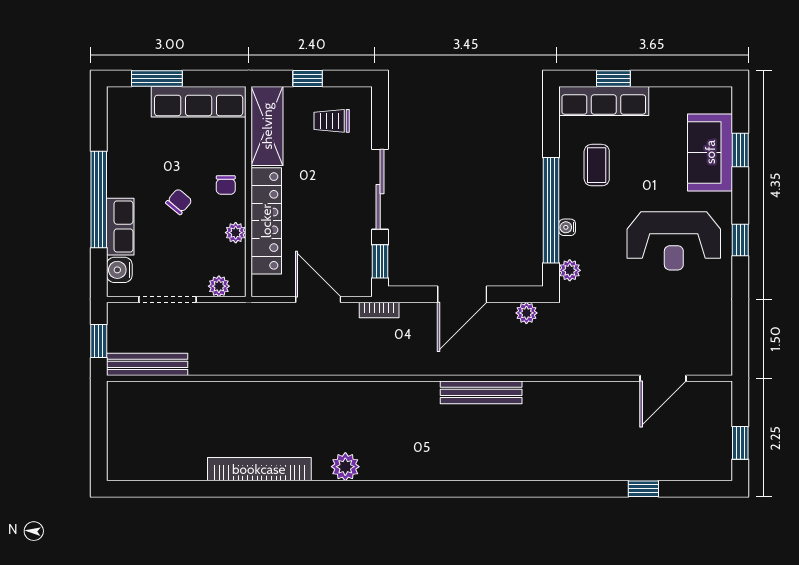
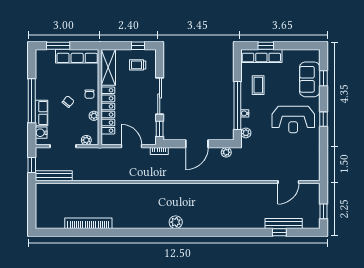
window: (308, 79) -> (138, 46), moved
bench: (481, 392) -> (284, 223), moved
plant: (345, 467) -> (176, 222), moved
bookcase: (259, 469) -> (88, 223), moved

